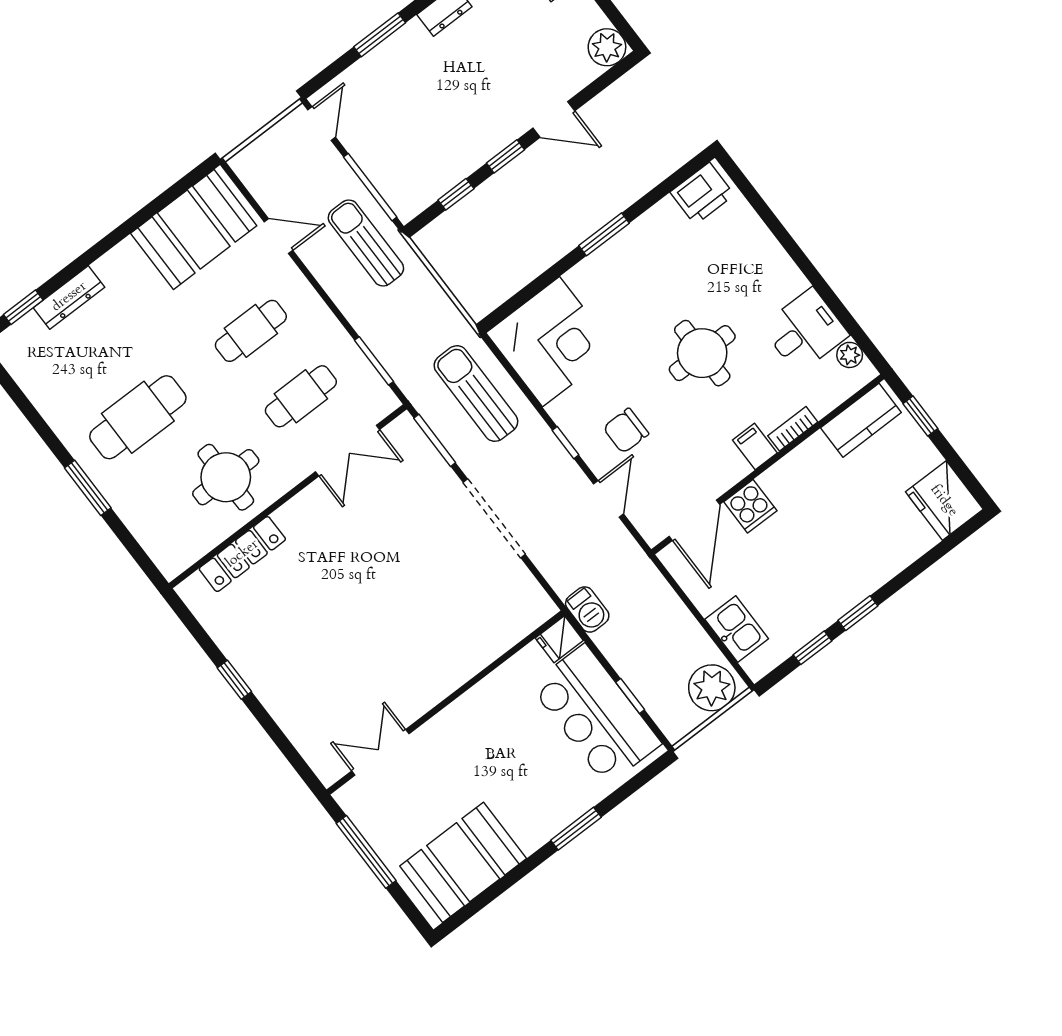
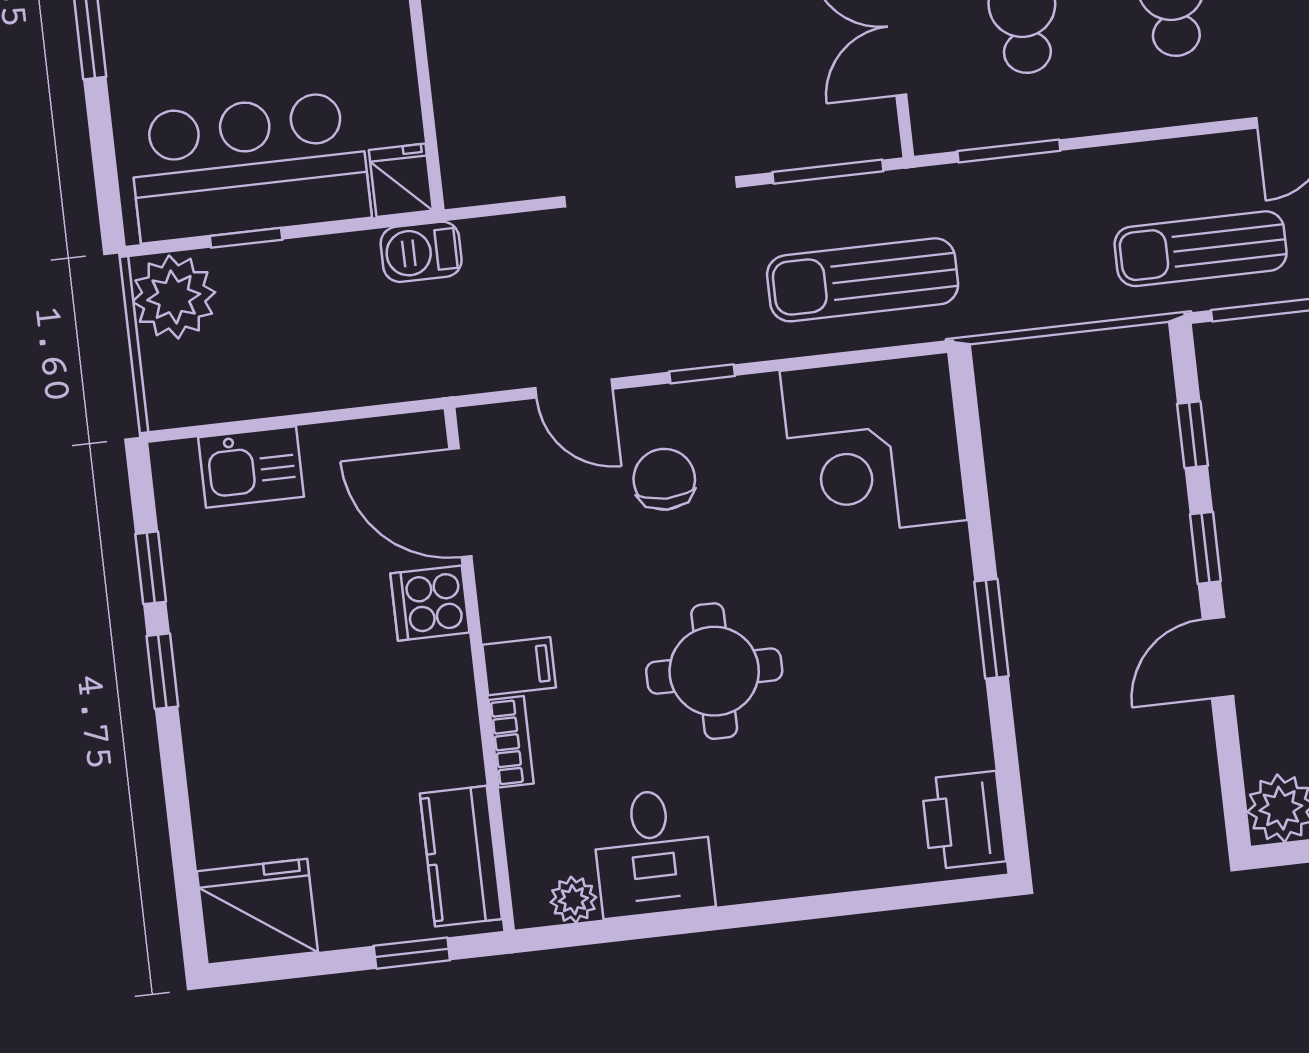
sun lounger: (366, 243) -> (1201, 249), turned 180
sun lounger: (476, 394) -> (863, 280), turned 180
plant: (712, 688) -> (174, 297), moved

